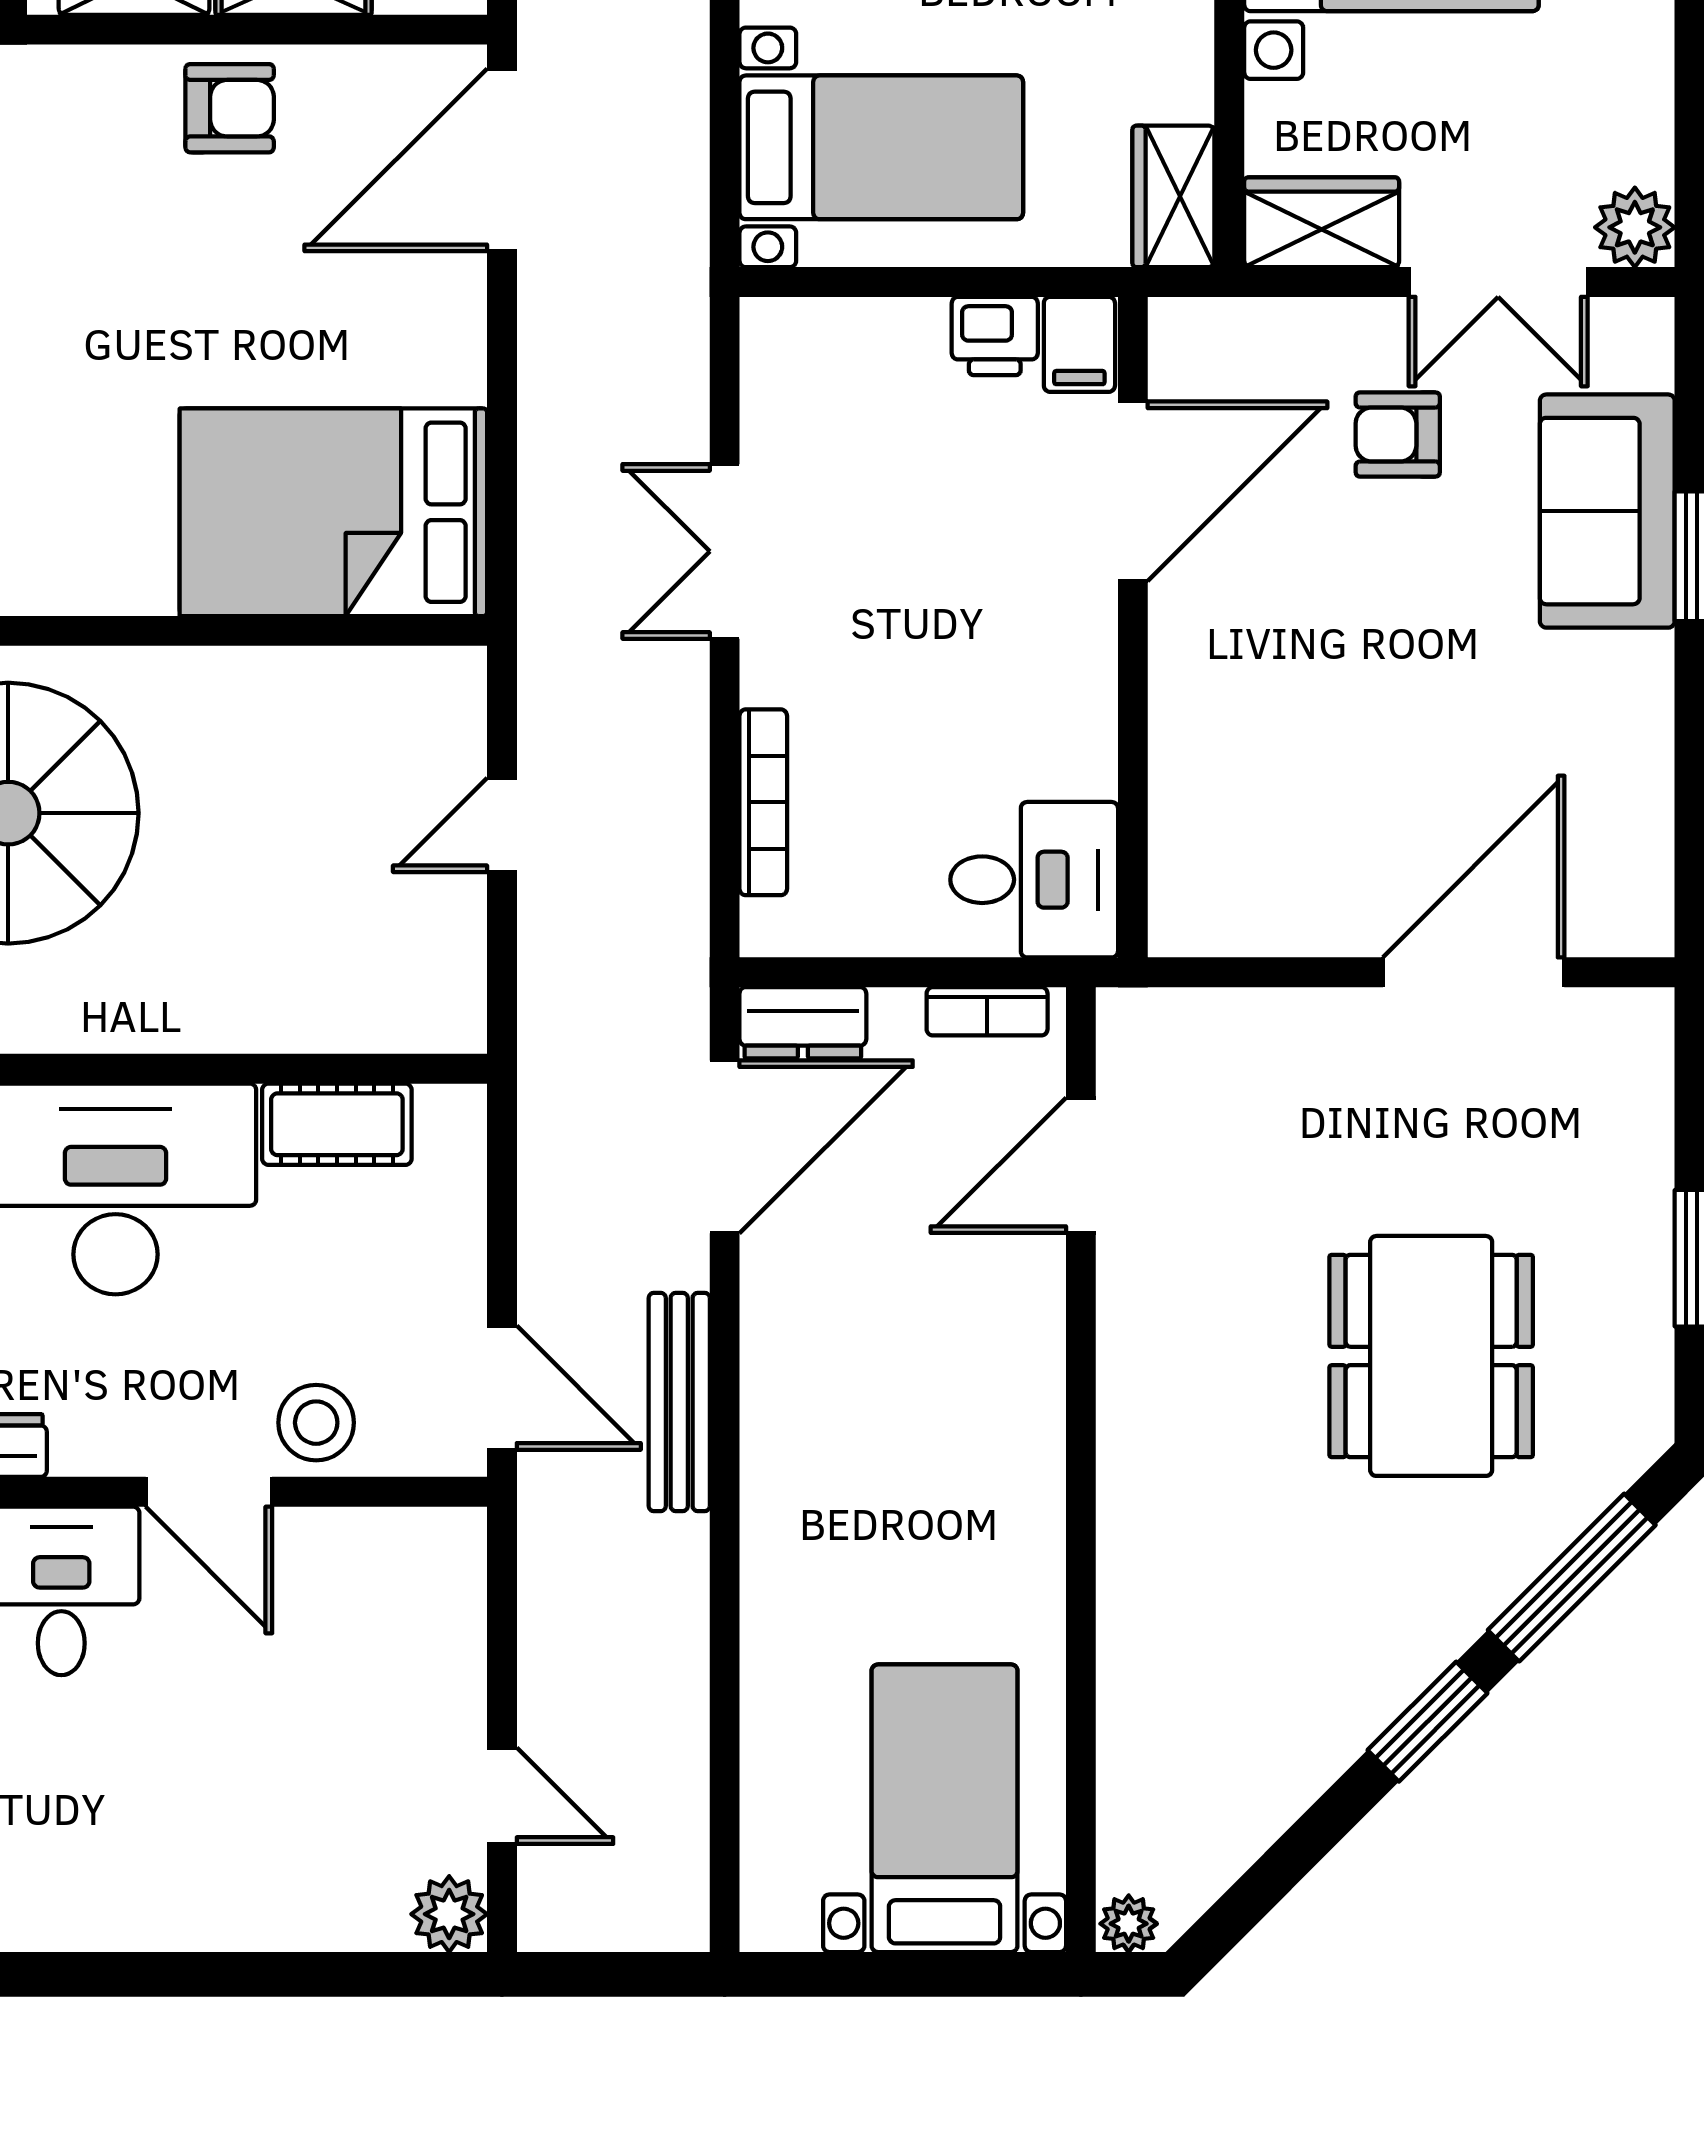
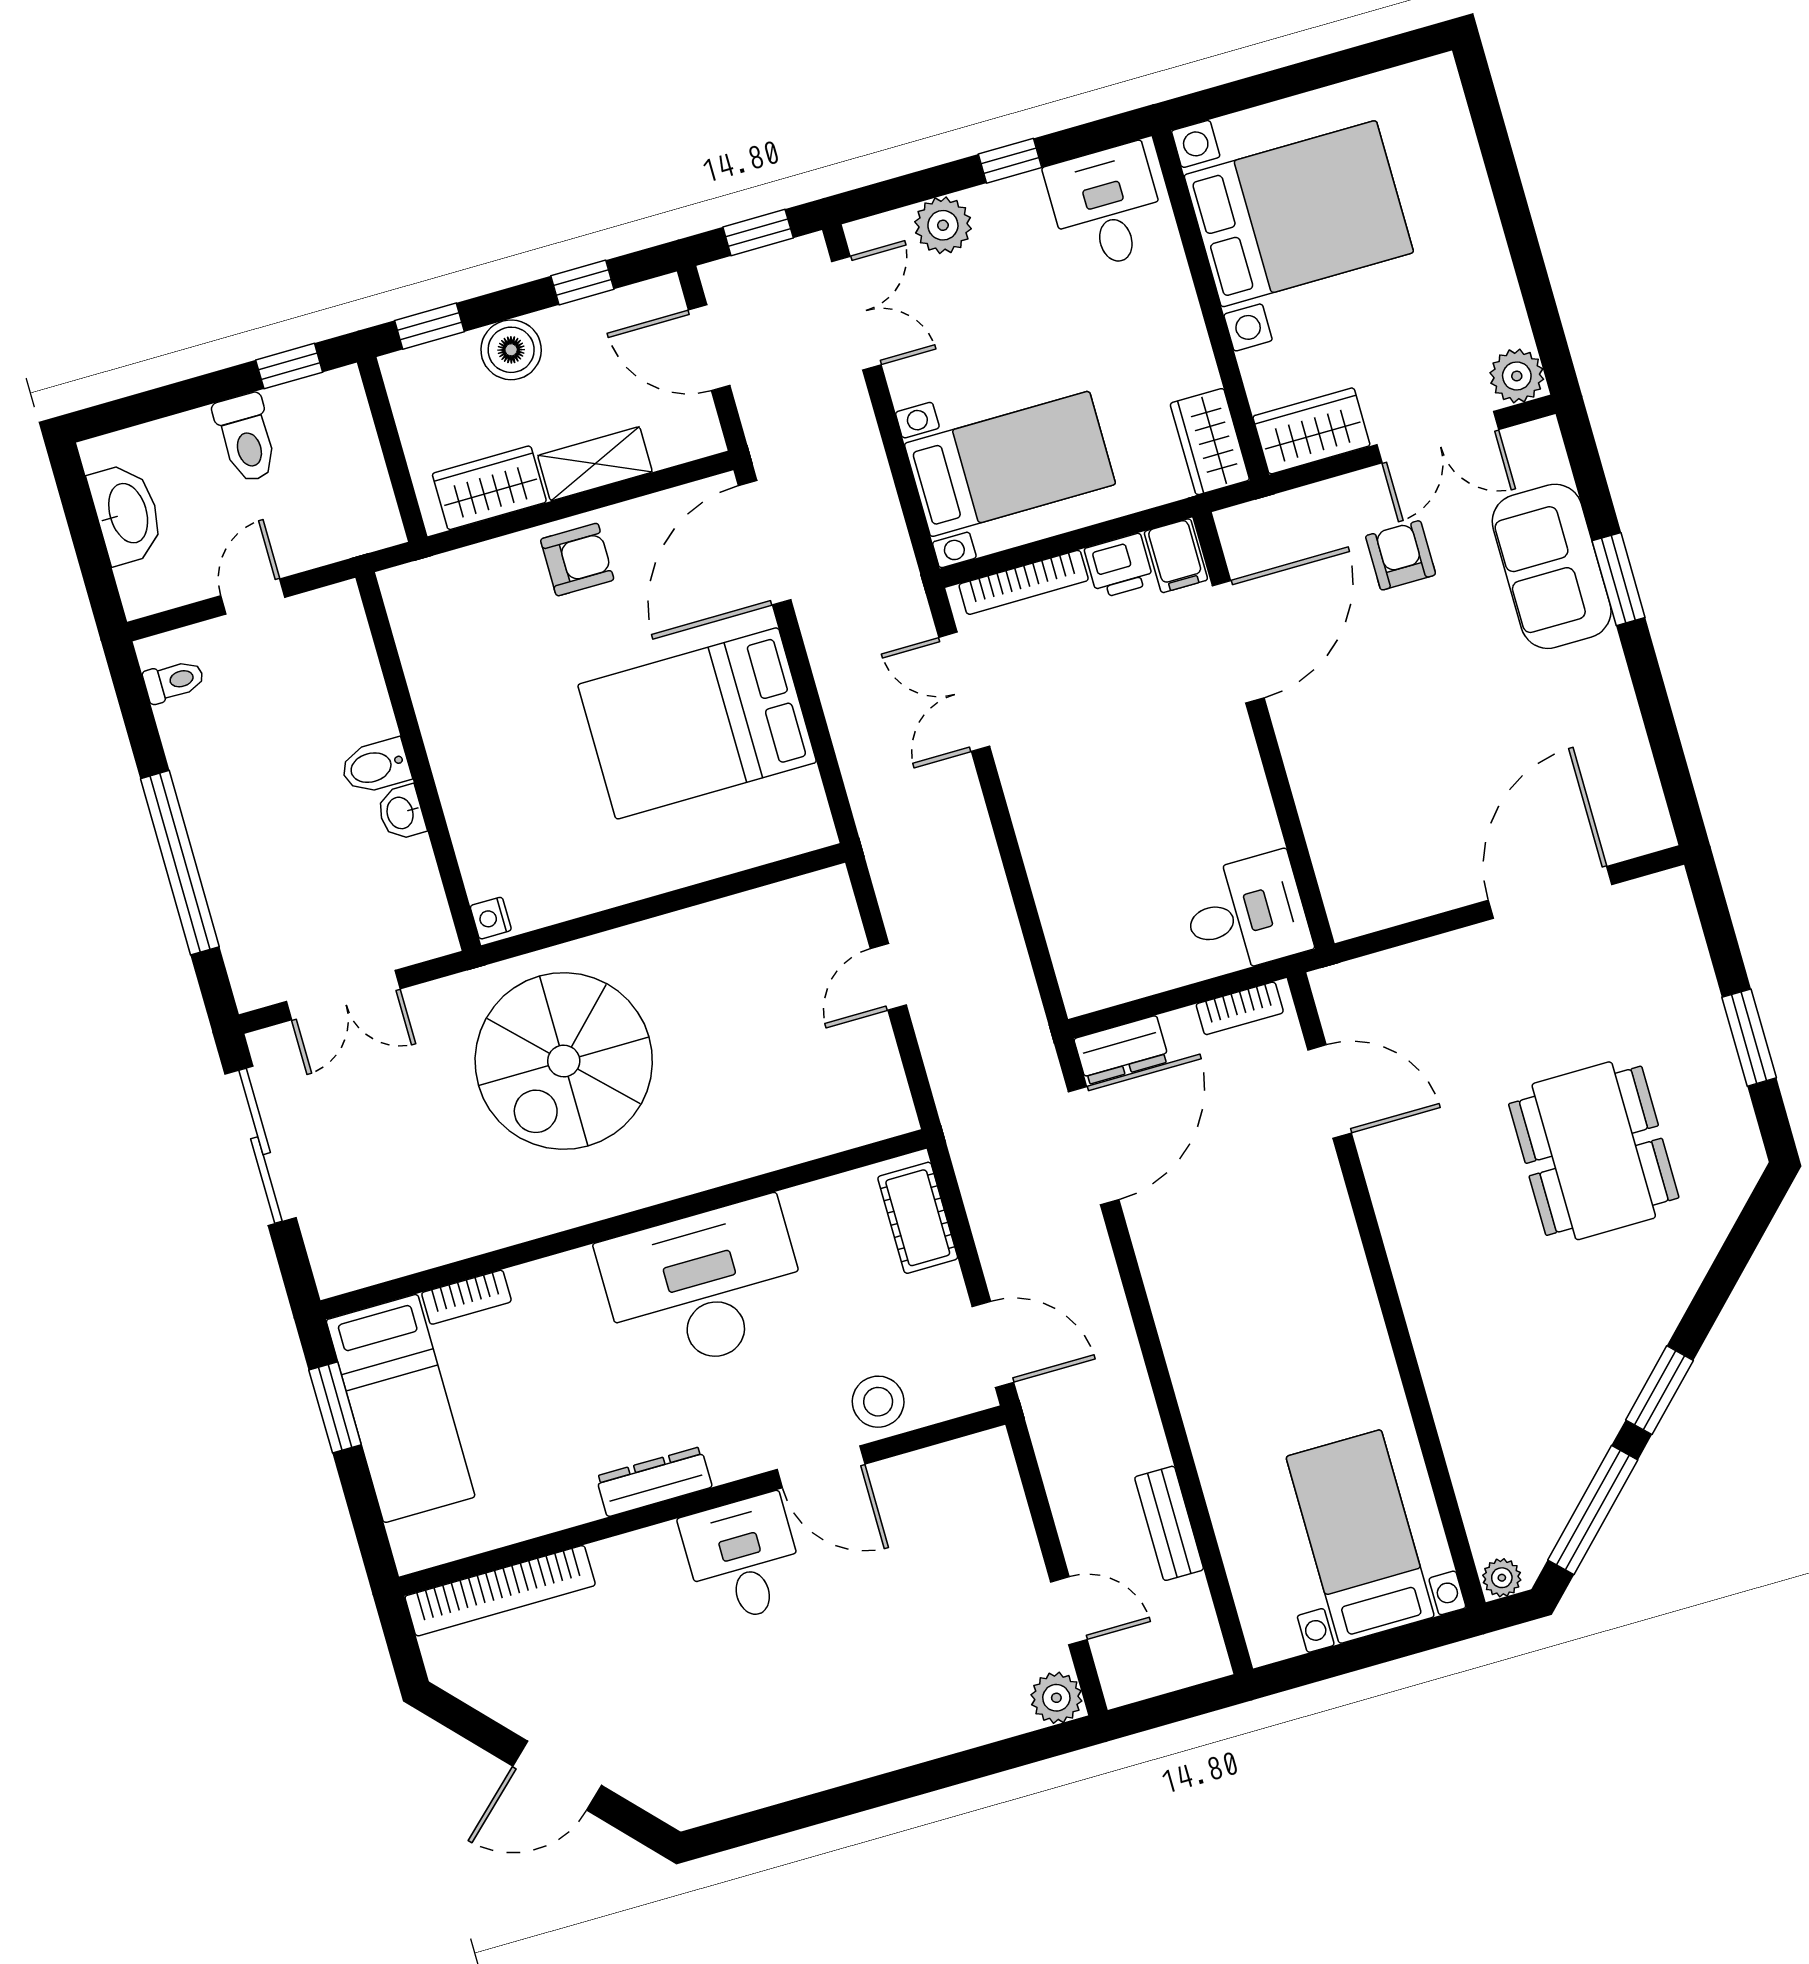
armchair: (1398, 434) -> (1401, 555), turned 90
bed: (333, 512) -> (697, 723), moved
double door: (725, 551) -> (964, 692), moved
bookcase: (763, 802) -> (1024, 582), moved, turned 90
cot: (337, 1124) -> (918, 1218), moved, turned 90
door: (1081, 1165) -> (1330, 1091), swing flipped
bench: (679, 1402) -> (1169, 1523), moved, width x0.73
window: (1572, 1578) -> (1593, 1510), moved

